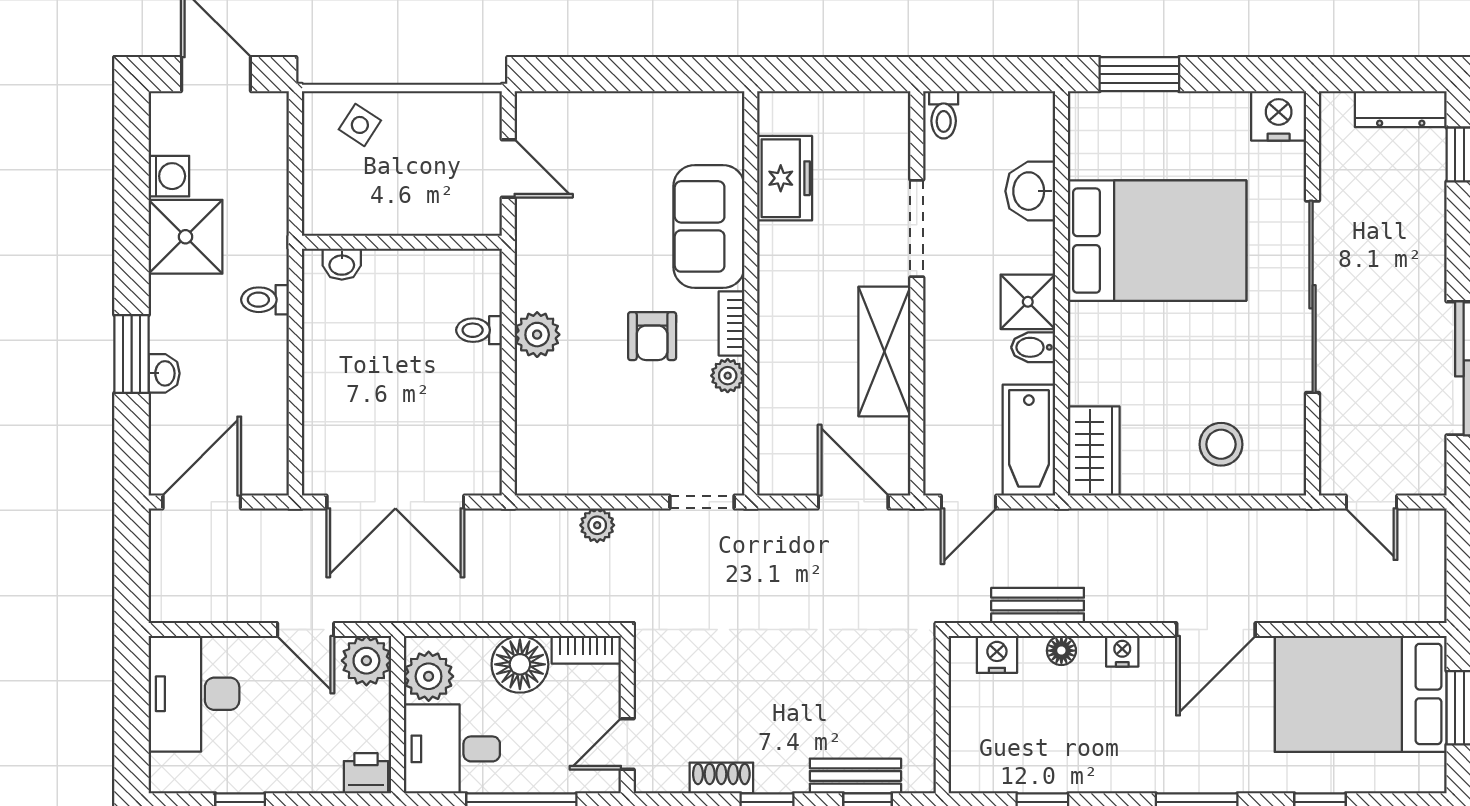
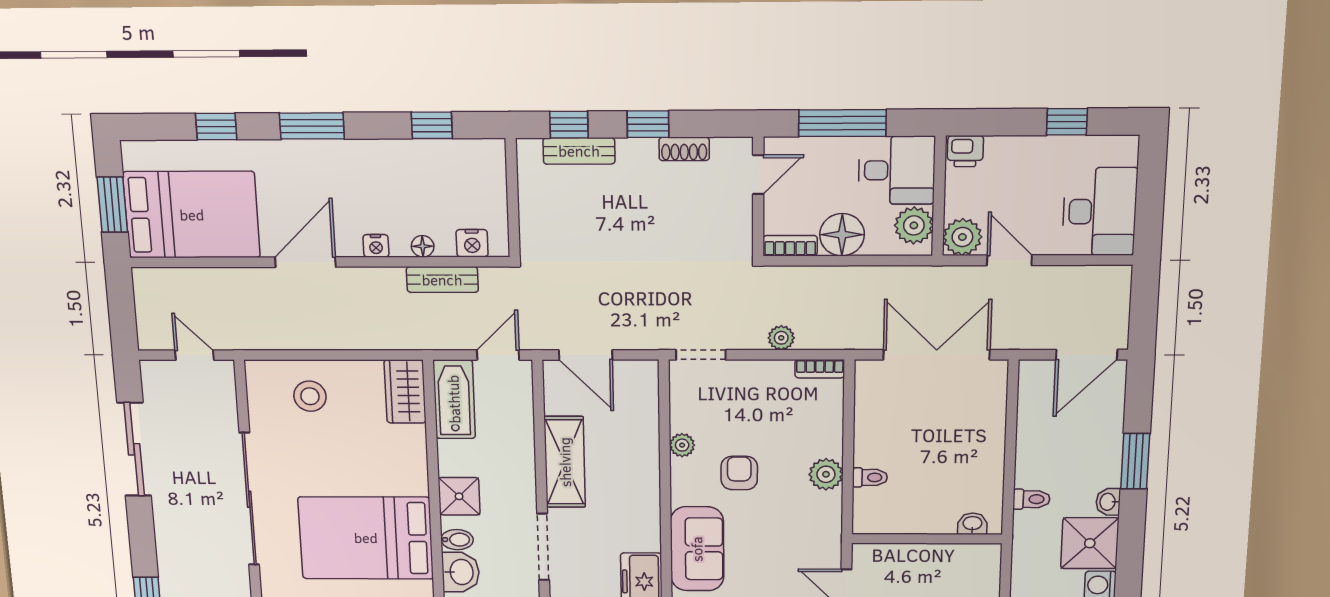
bookcase: (732, 323) -> (820, 369), moved, turned 90
bidet: (1033, 347) -> (457, 540), moved
washbasin: (164, 373) -> (1108, 502), moved

